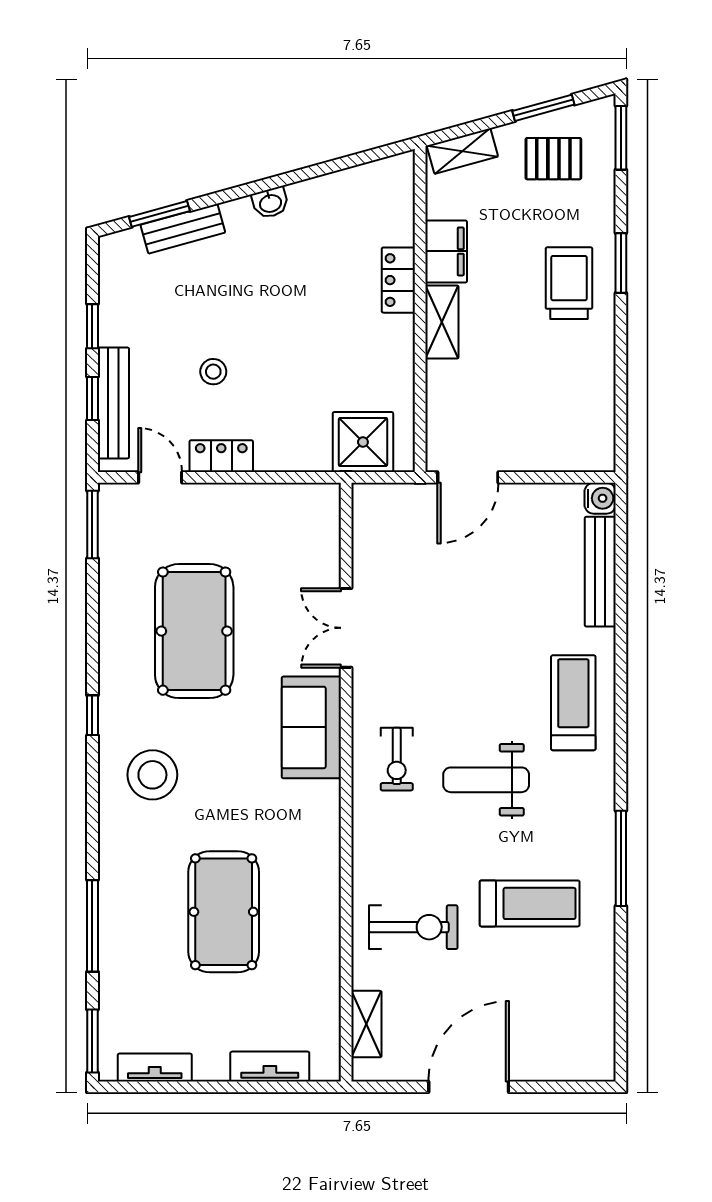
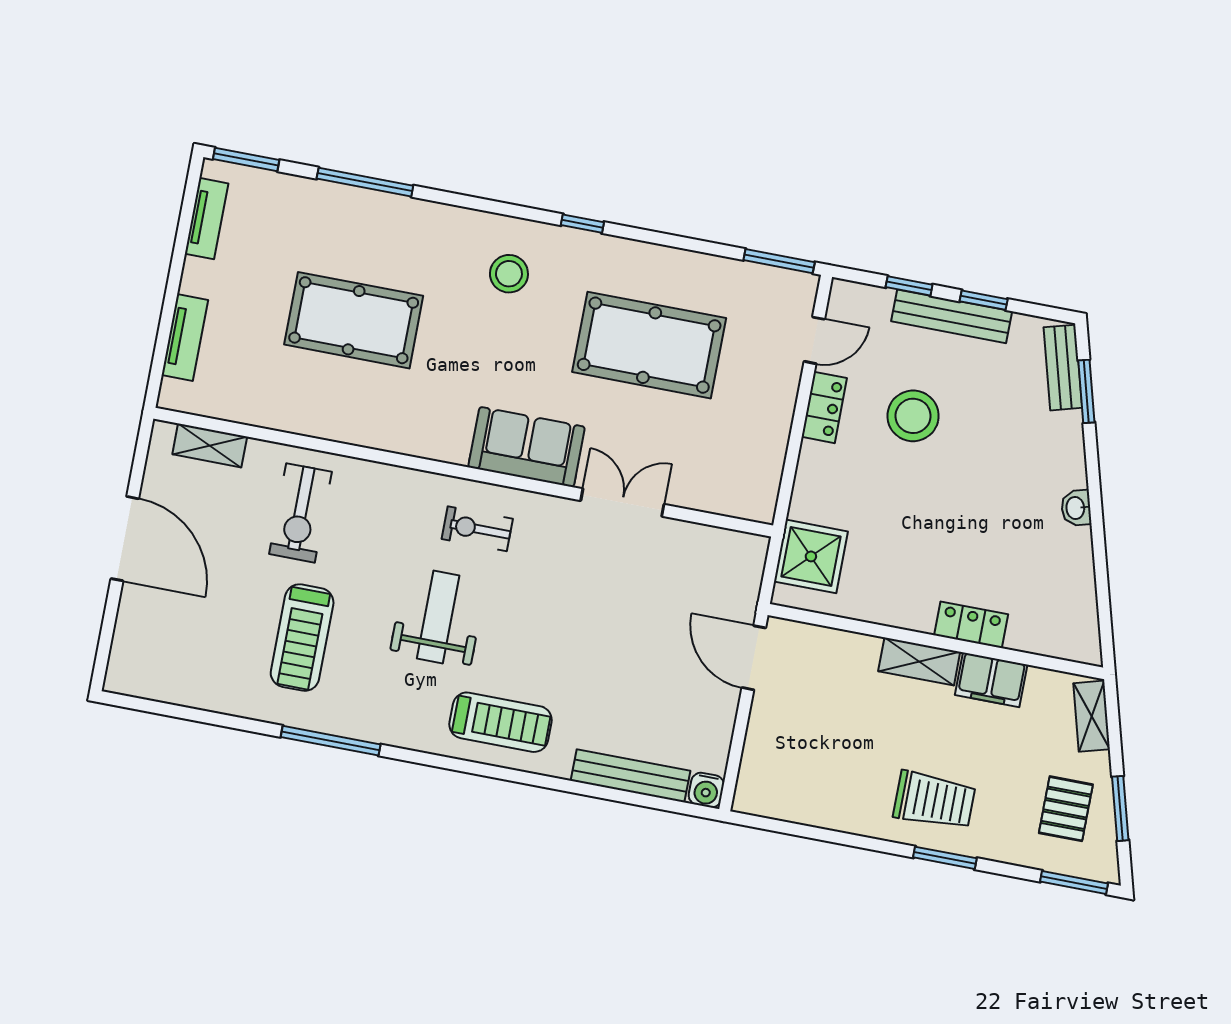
bench: (183, 229) -> (1063, 368), moved
stool: (213, 372) -> (913, 416), width x1.89, depth x1.89
bench: (113, 403) -> (952, 316), moved
stool: (152, 775) -> (509, 274), width x0.73, depth x0.73

